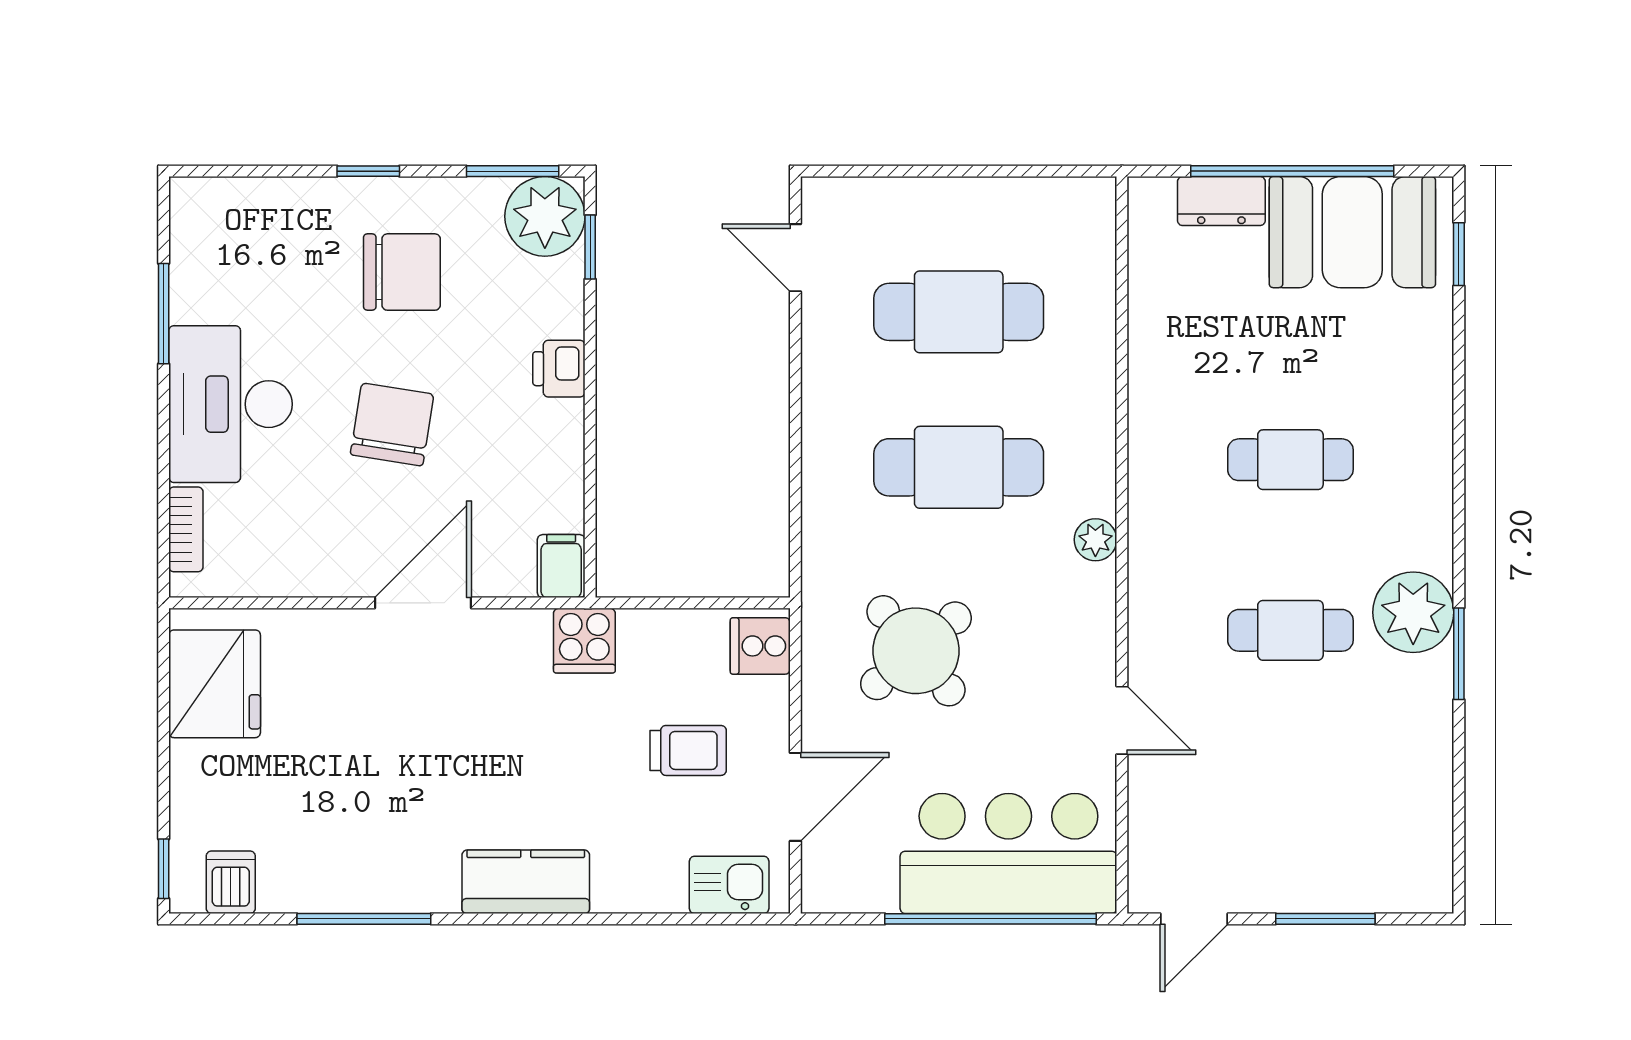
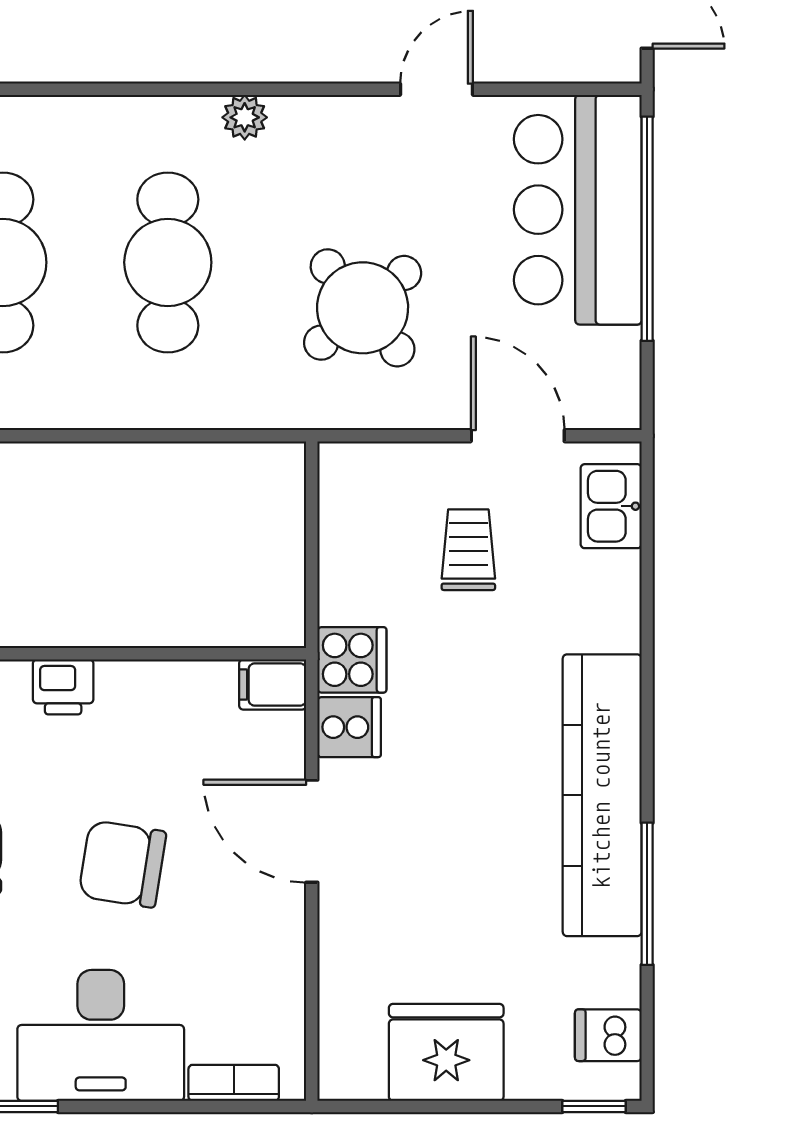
cooker: (760, 646) -> (349, 727), moved, turned -90
fridge: (215, 684) -> (446, 1052), moved
kitchen counter: (526, 882) -> (602, 795), width x2.08, depth x1.17

